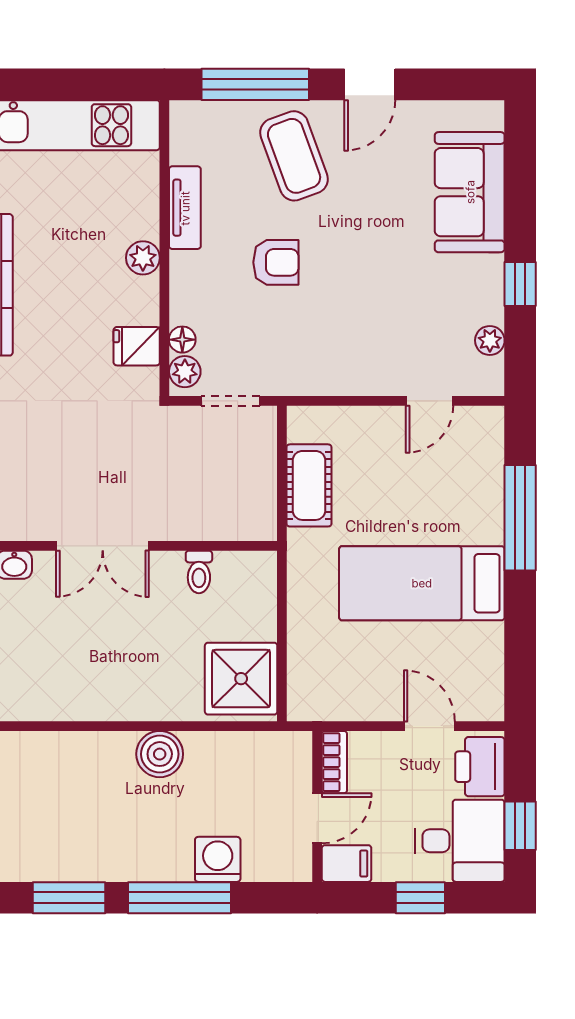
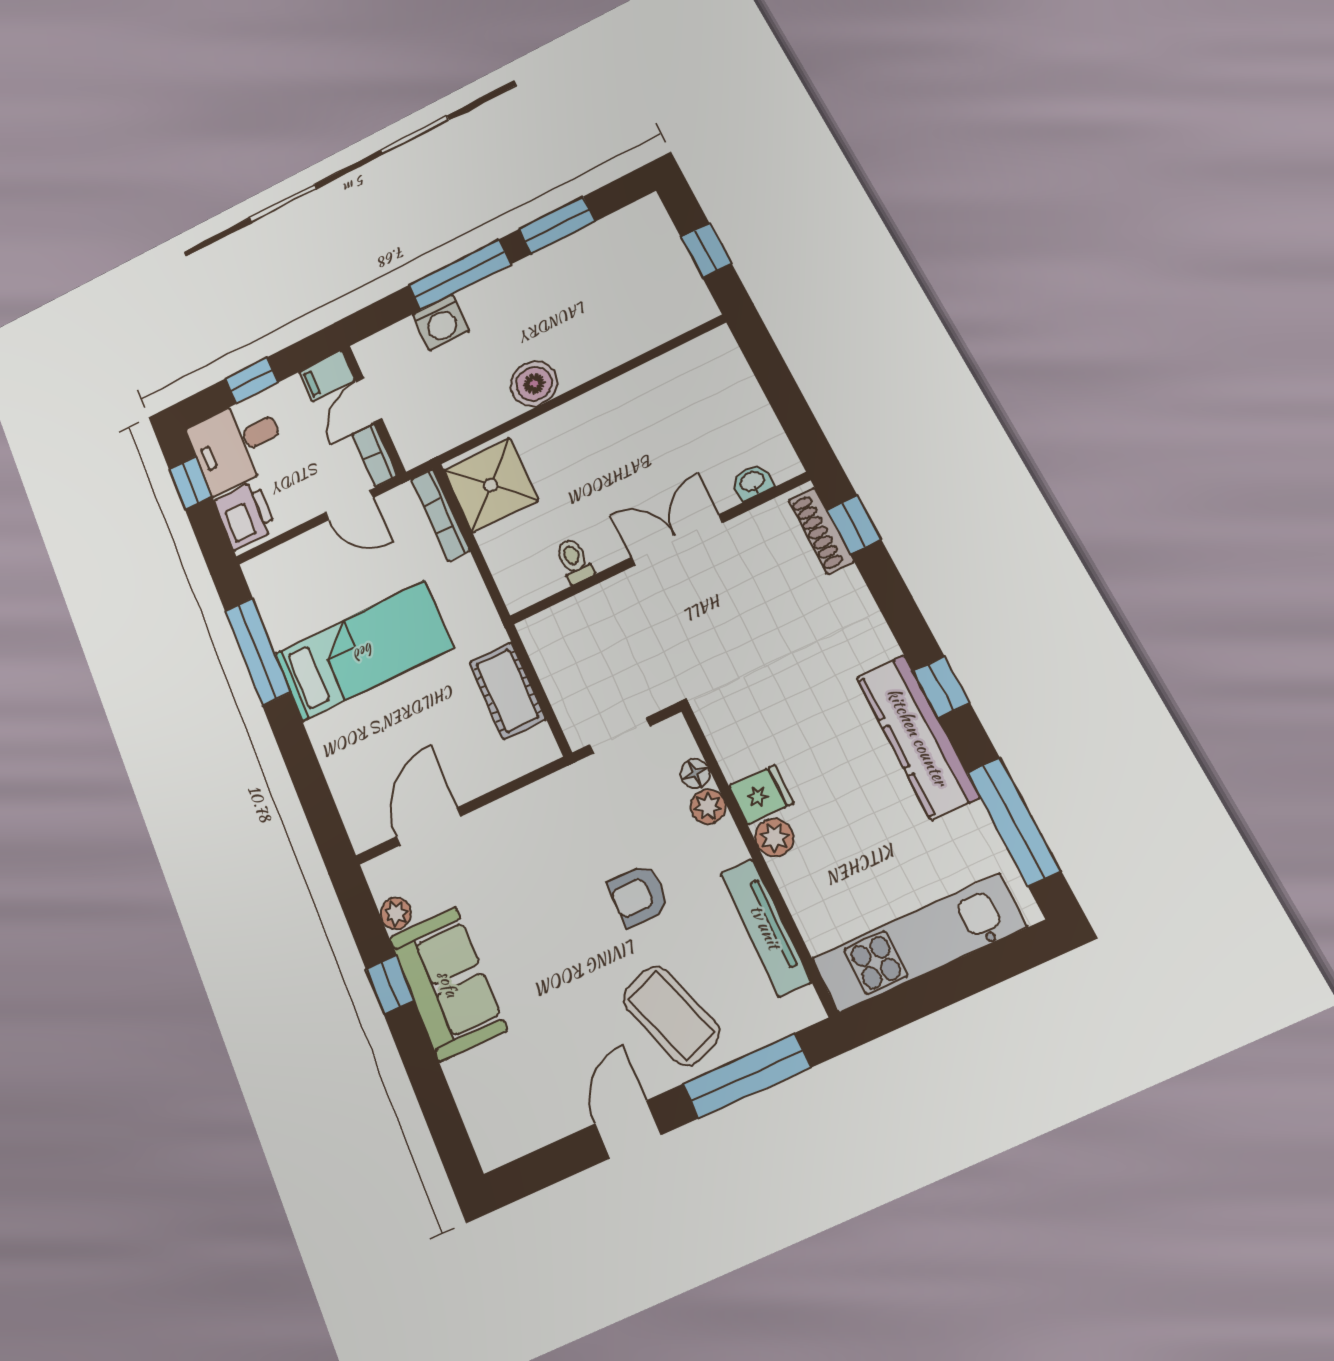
sofa: (470, 192) -> (448, 984), moved
tv unit: (185, 208) -> (765, 927), width x1.41
fridge: (137, 346) -> (761, 795), moved
plant: (185, 372) -> (708, 807), moved
door: (430, 401) -> (429, 826), width x1.37
window: (520, 518) -> (257, 651), moved
bookcase: (299, 674) -> (440, 515), added
door: (429, 726) -> (349, 505), moved

